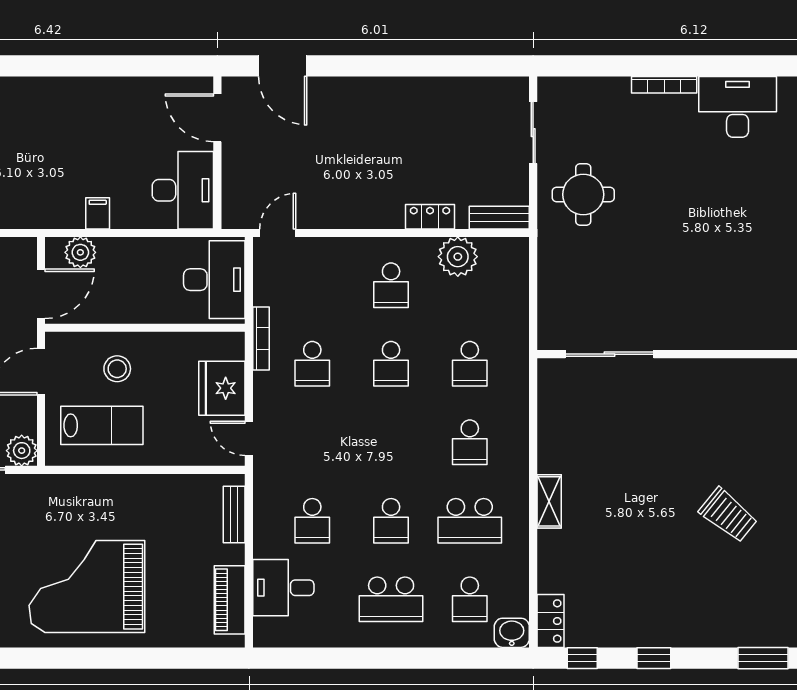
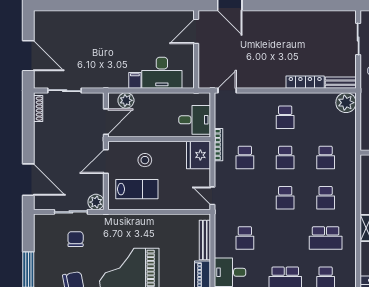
door: (217, 118) -> (196, 31), hinge flipped
desk: (183, 190) -> (162, 73), moved, turned 90
locker: (430, 217) -> (305, 82), width x1.53
plant: (458, 257) -> (346, 103), moved
desk: (214, 280) -> (195, 120), width x0.73
fridge: (222, 388) -> (199, 155), moved
bench: (234, 514) -> (205, 240), width x1.36
school desk: (391, 521) -> (285, 198), moved

